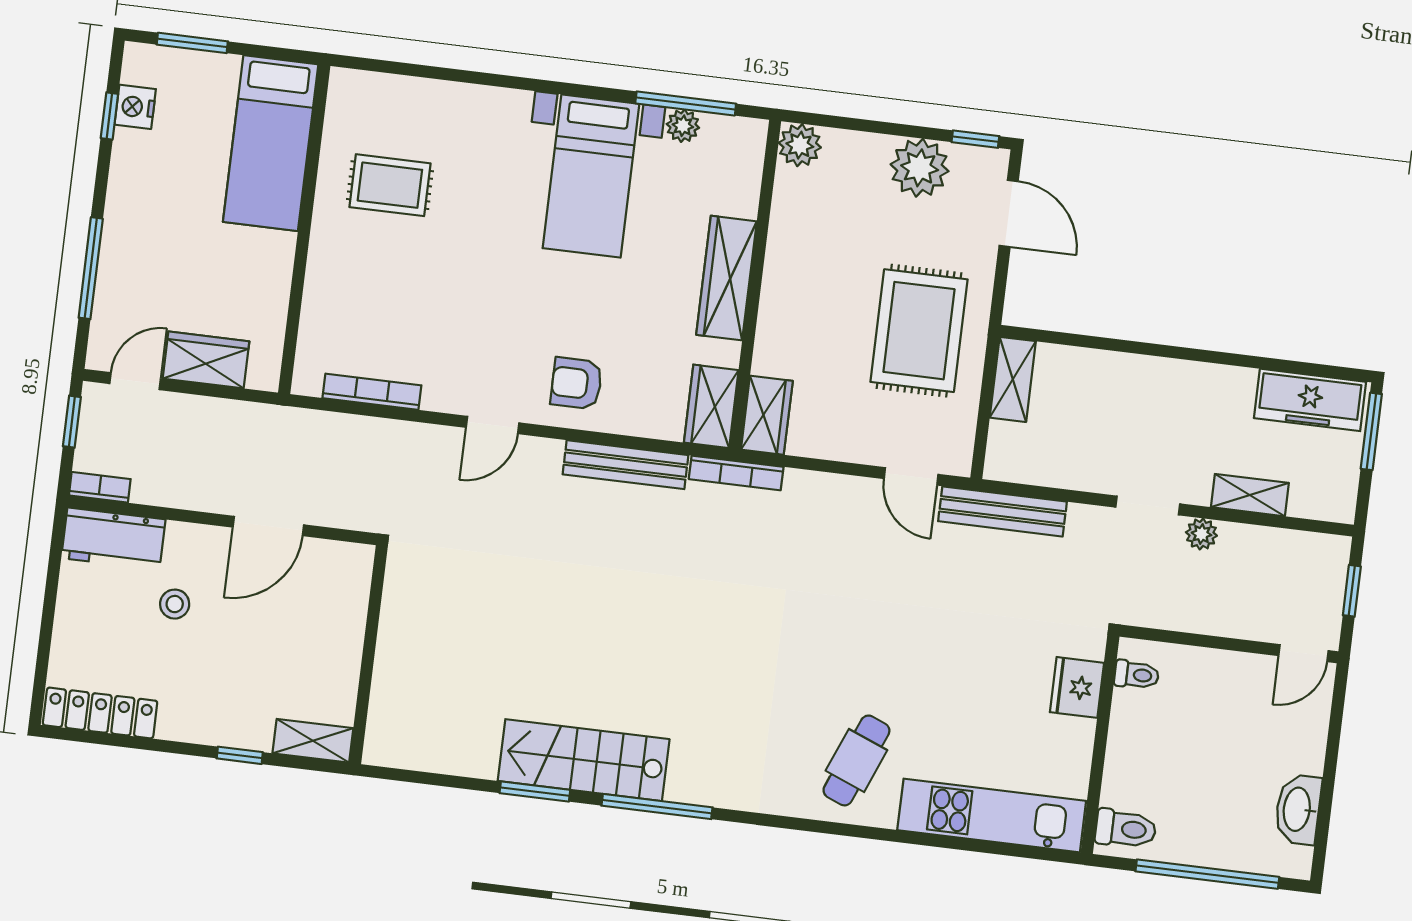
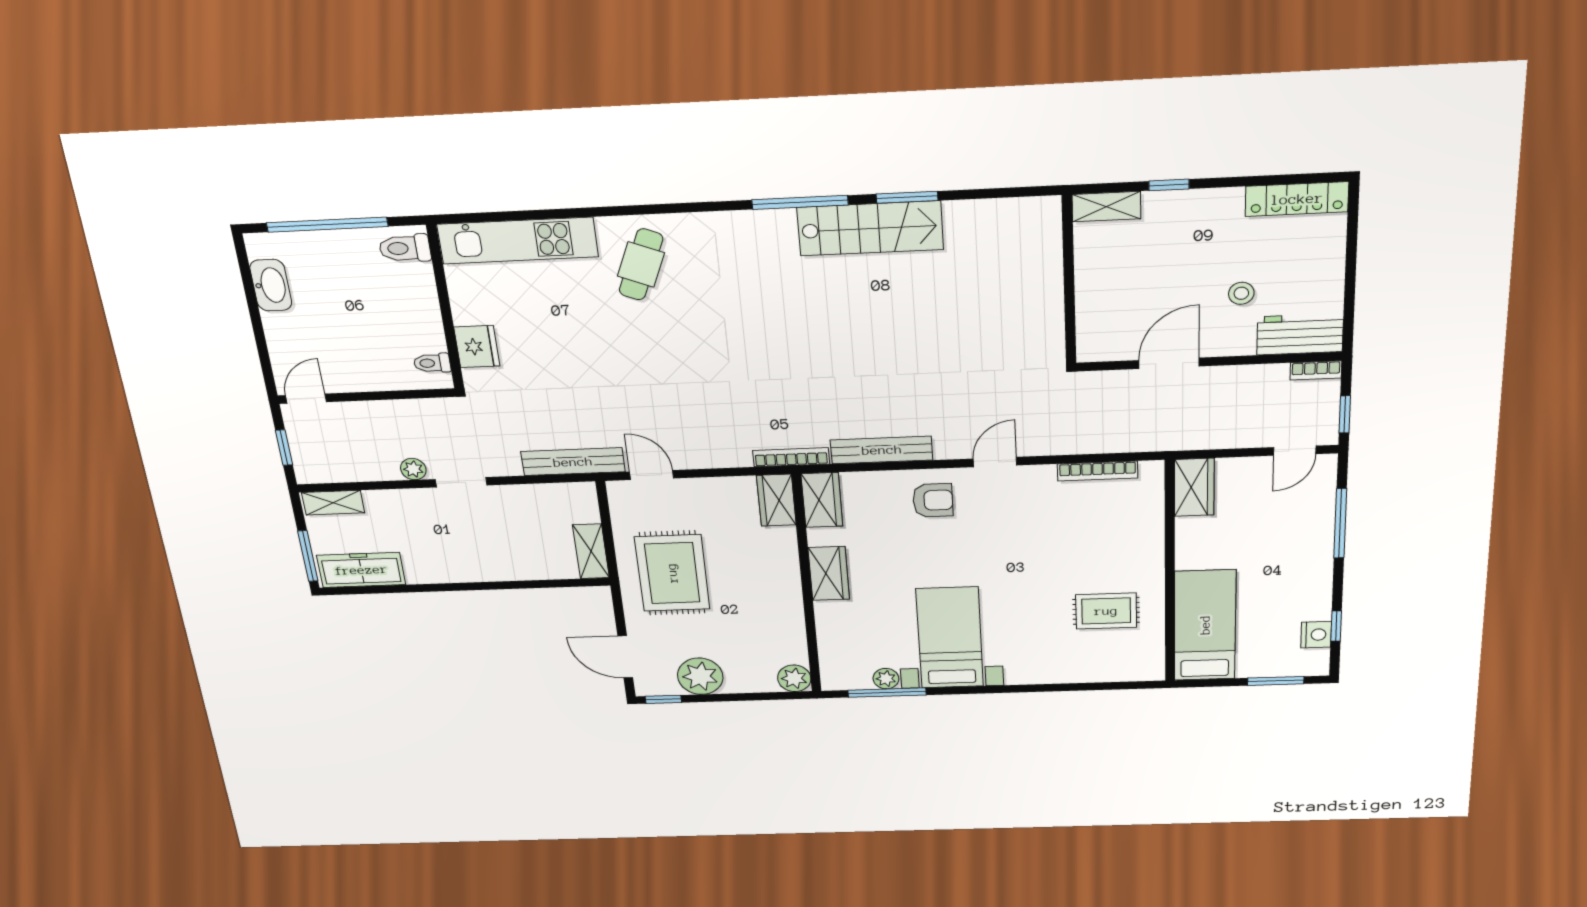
wardrobe: (726, 278) -> (829, 573), width x0.67
wardrobe: (206, 360) -> (1194, 487), moved, turned -90
shelving: (1250, 495) -> (333, 503), moved

